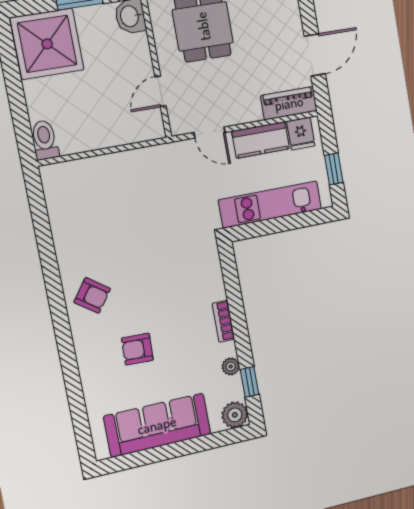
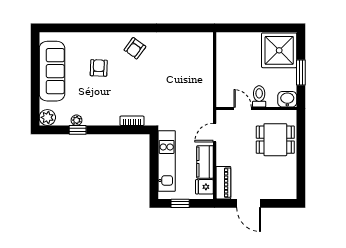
toilet: (45, 140) -> (259, 96), moved, turned -90
bookcase: (223, 321) -> (132, 121), moved
window: (250, 382) -> (78, 130), moved

